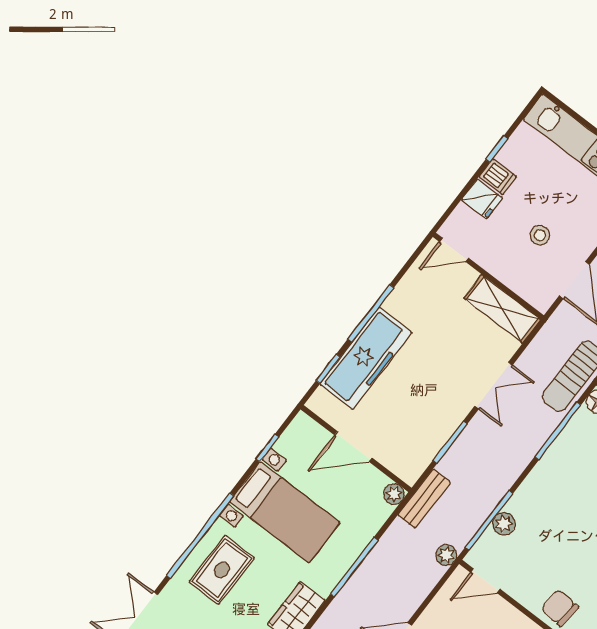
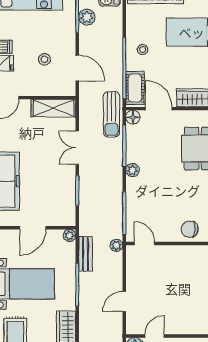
double door: (494, 386) -> (77, 148), swing flipped
bench: (424, 499) -> (85, 254), moved
plant: (504, 524) -> (133, 170), moved
door: (485, 581) -> (145, 243), swing flipped

